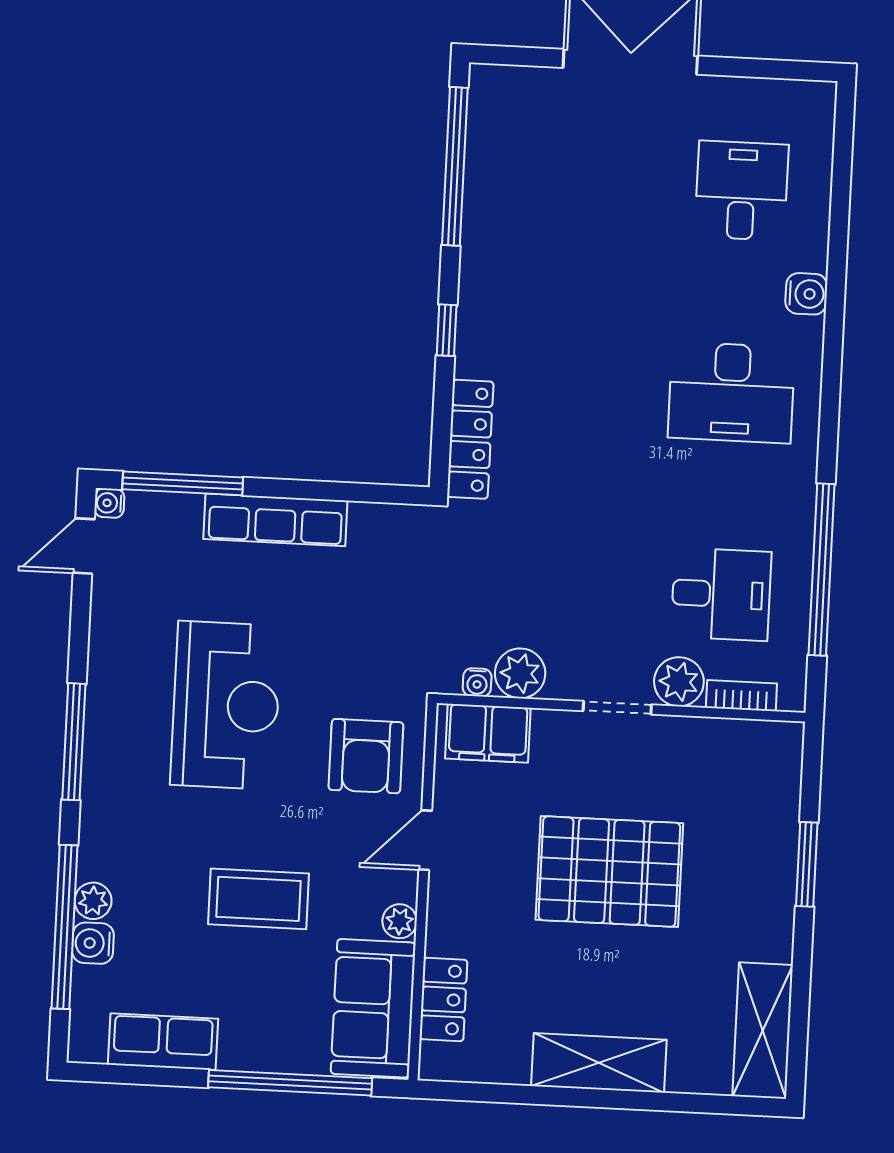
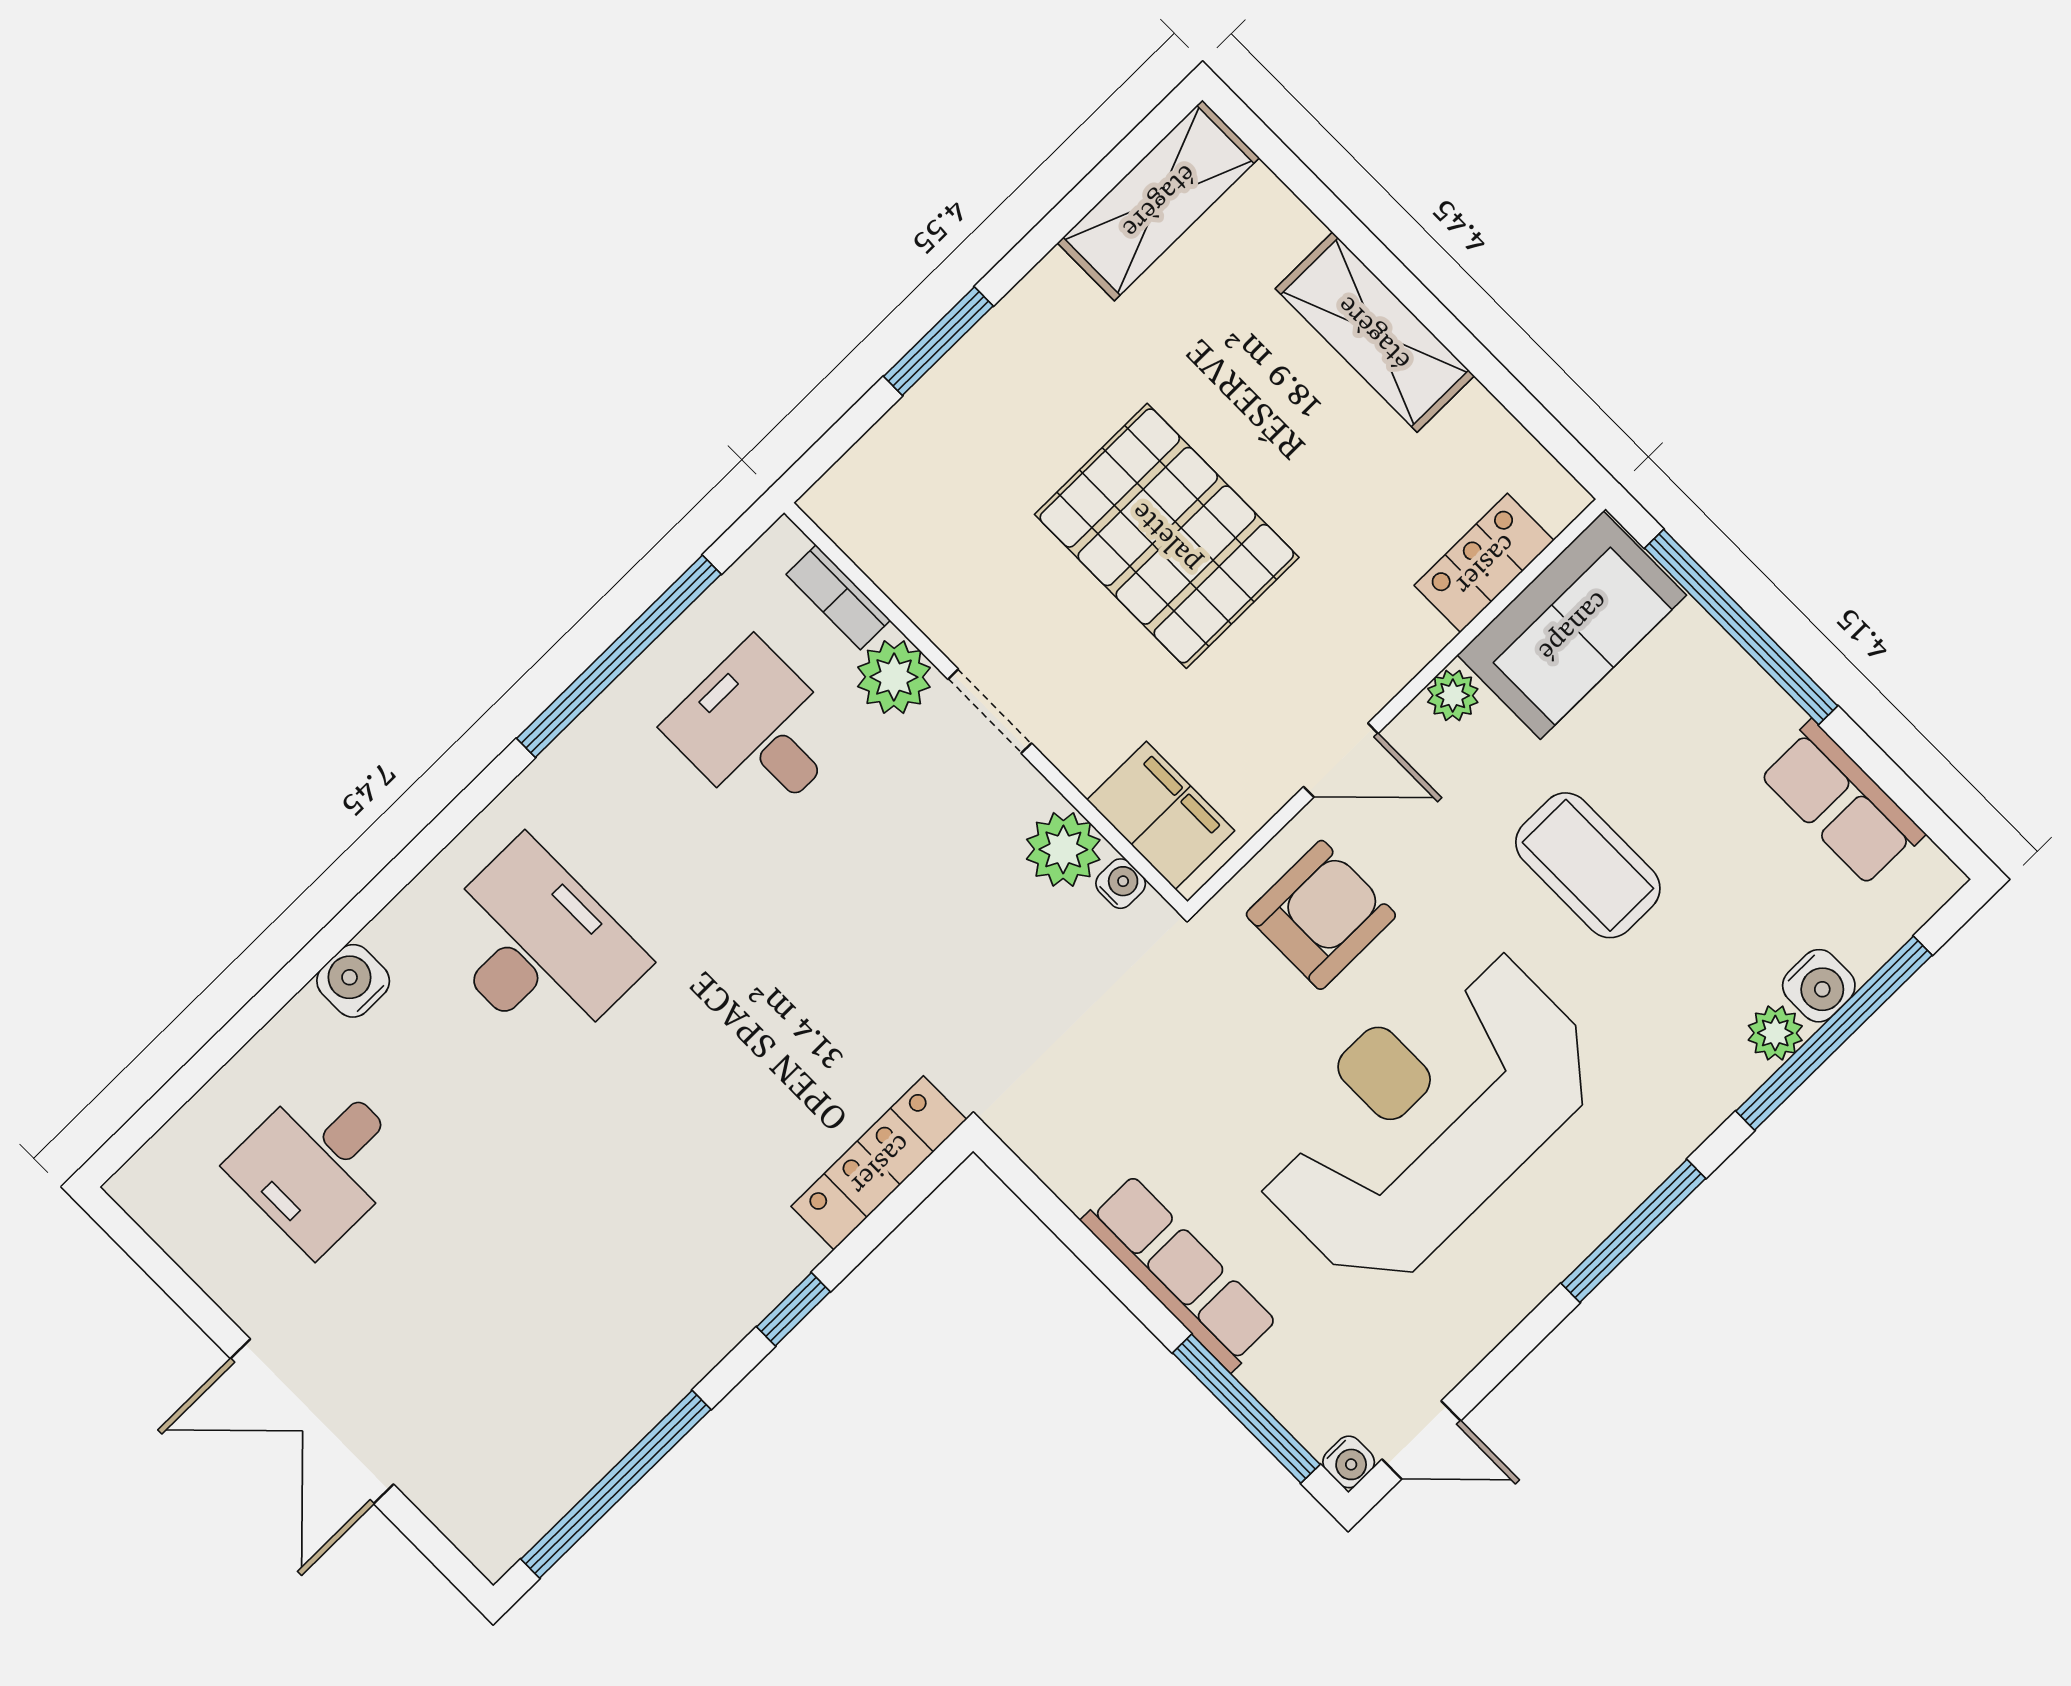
reception desk: (226, 705) -> (1426, 1116), width x1.36, depth x1.30

